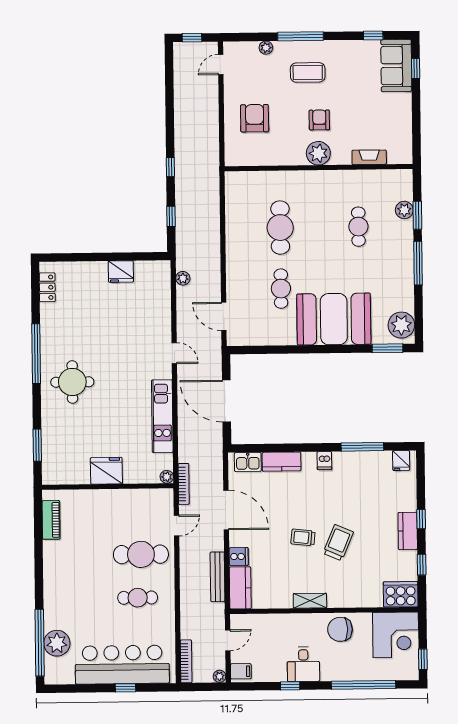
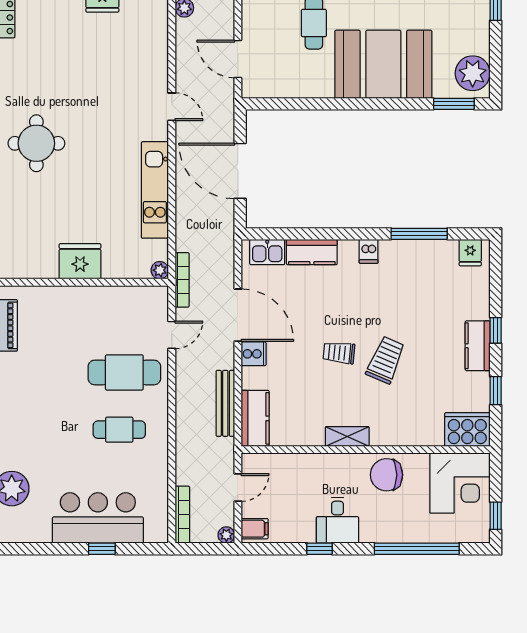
cooker: (239, 556) -> (254, 354), moved
bar counter: (122, 665) -> (98, 518), width x0.73

